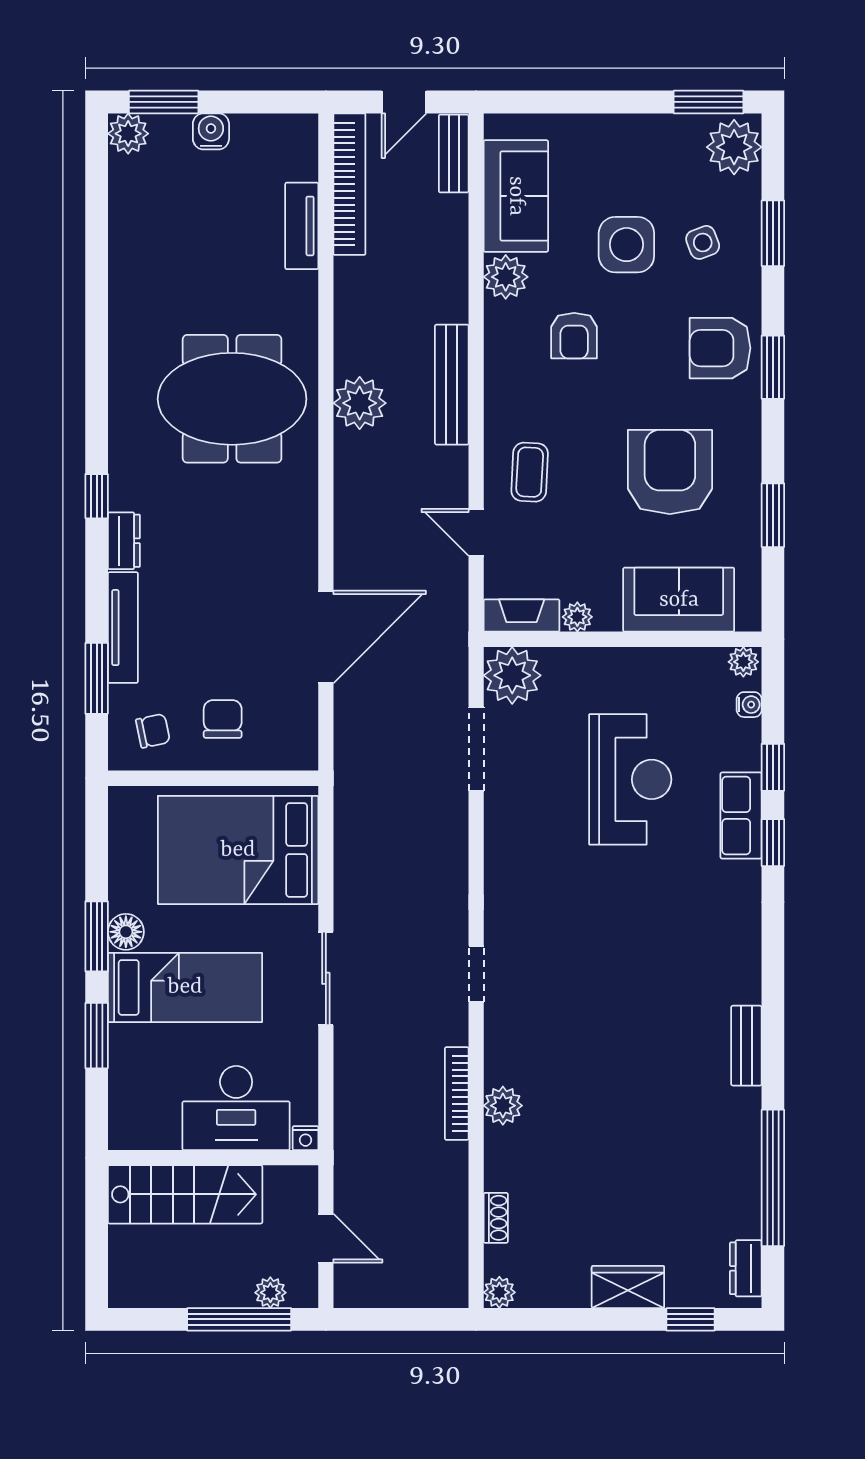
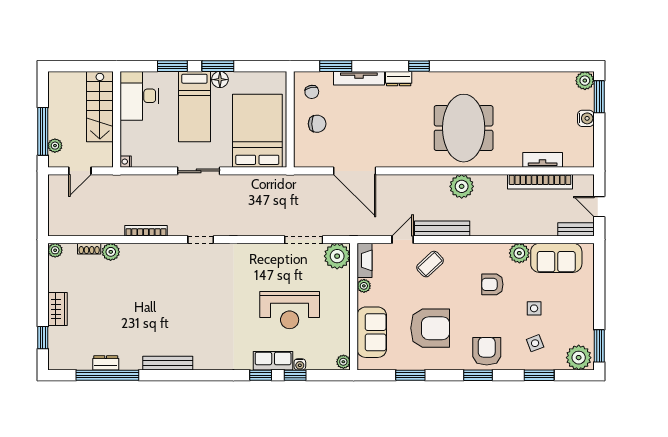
bookcase: (349, 184) -> (540, 182), moved
side table: (626, 245) -> (534, 308), width x0.54, depth x0.54
bench: (452, 385) -> (442, 228), moved
coffee table: (530, 472) -> (430, 264), turned -46
water cooler: (749, 705) -> (300, 364), moved
bench: (746, 1046) -> (168, 363), width x1.36
plant: (503, 1106) -> (111, 252), moved
desk: (236, 1108) -> (139, 96), moved
dresser: (746, 1268) -> (106, 363), moved

